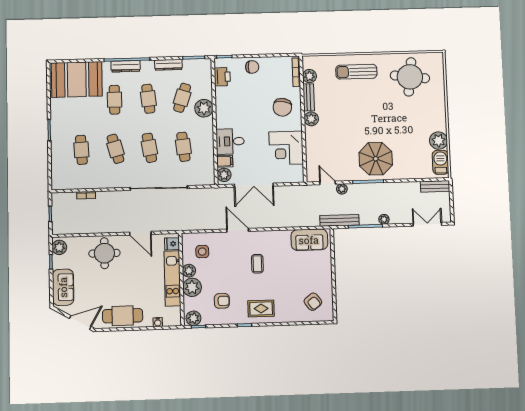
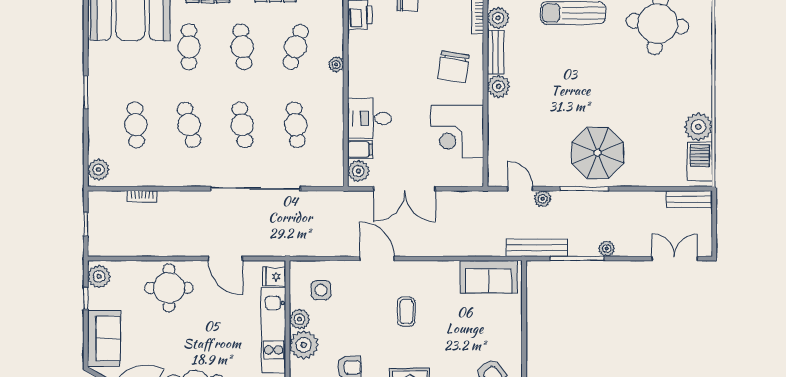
plant: (204, 108) -> (336, 64), width x0.53, depth x0.53
plant: (58, 179) -> (98, 170), added

